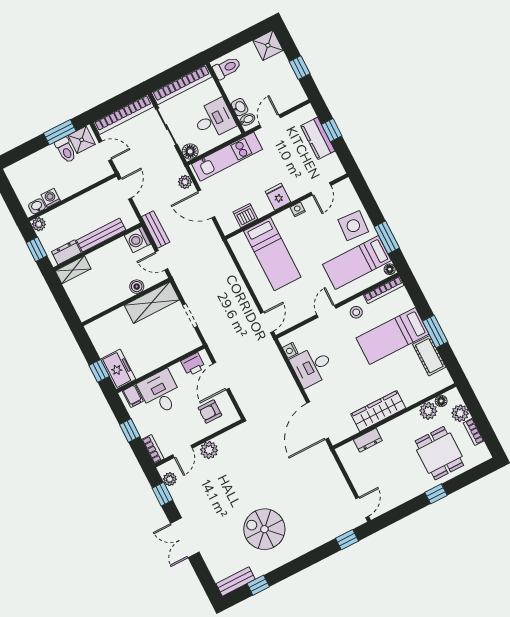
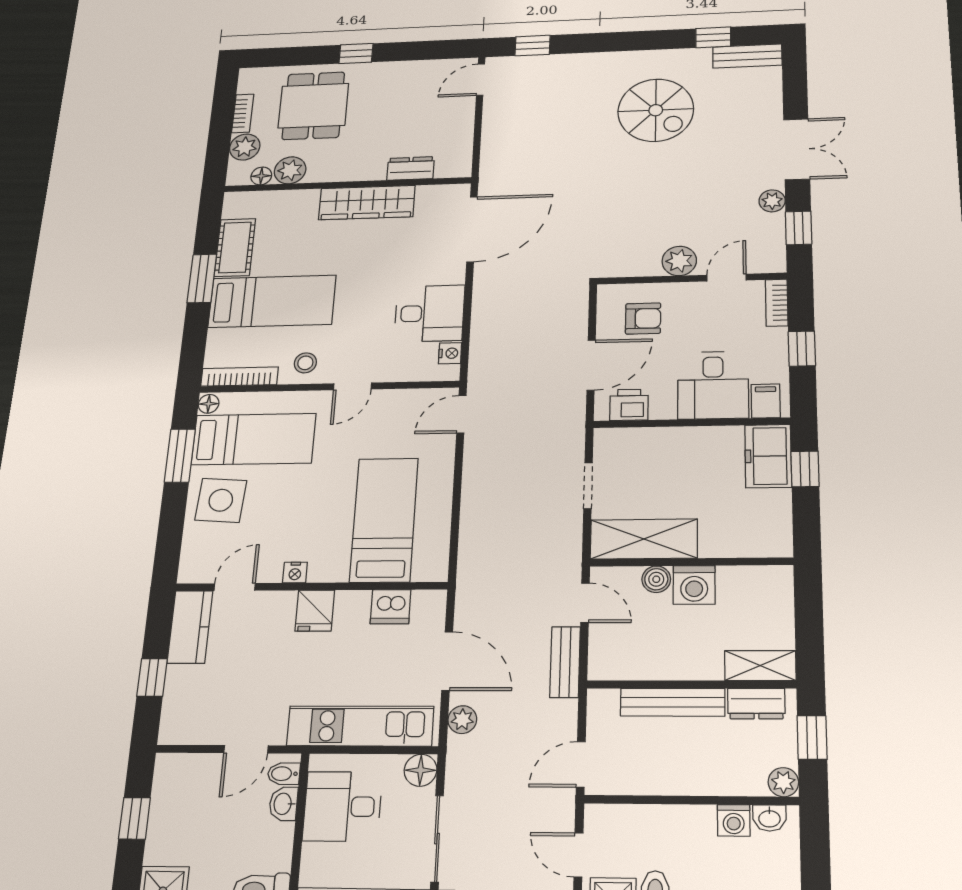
kitchen counter: (318, 138) -> (190, 627), moved
washing machine: (138, 240) -> (694, 585), moved, turned 90
plant: (170, 479) -> (772, 201), moved

